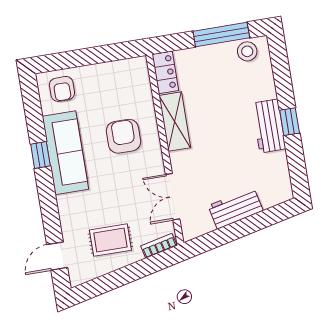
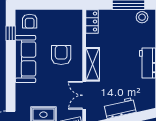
shelving: (175, 122) -> (93, 64), moved
window: (40, 155) -> (11, 33), moved

